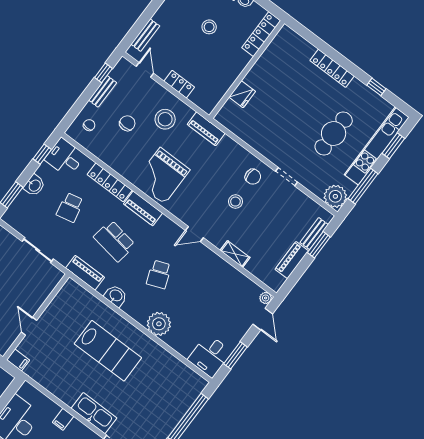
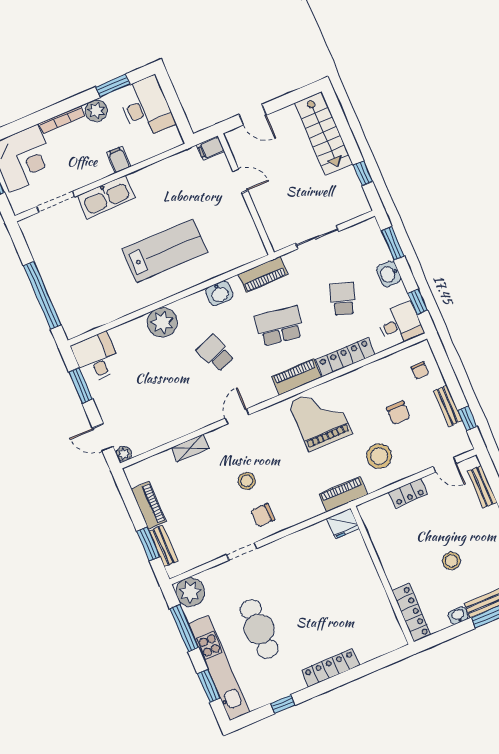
fridge: (242, 94) -> (343, 523), moved, turned -90
school desk: (70, 207) -> (343, 299), turned 30
lab bench: (108, 351) -> (165, 251), turned 180

